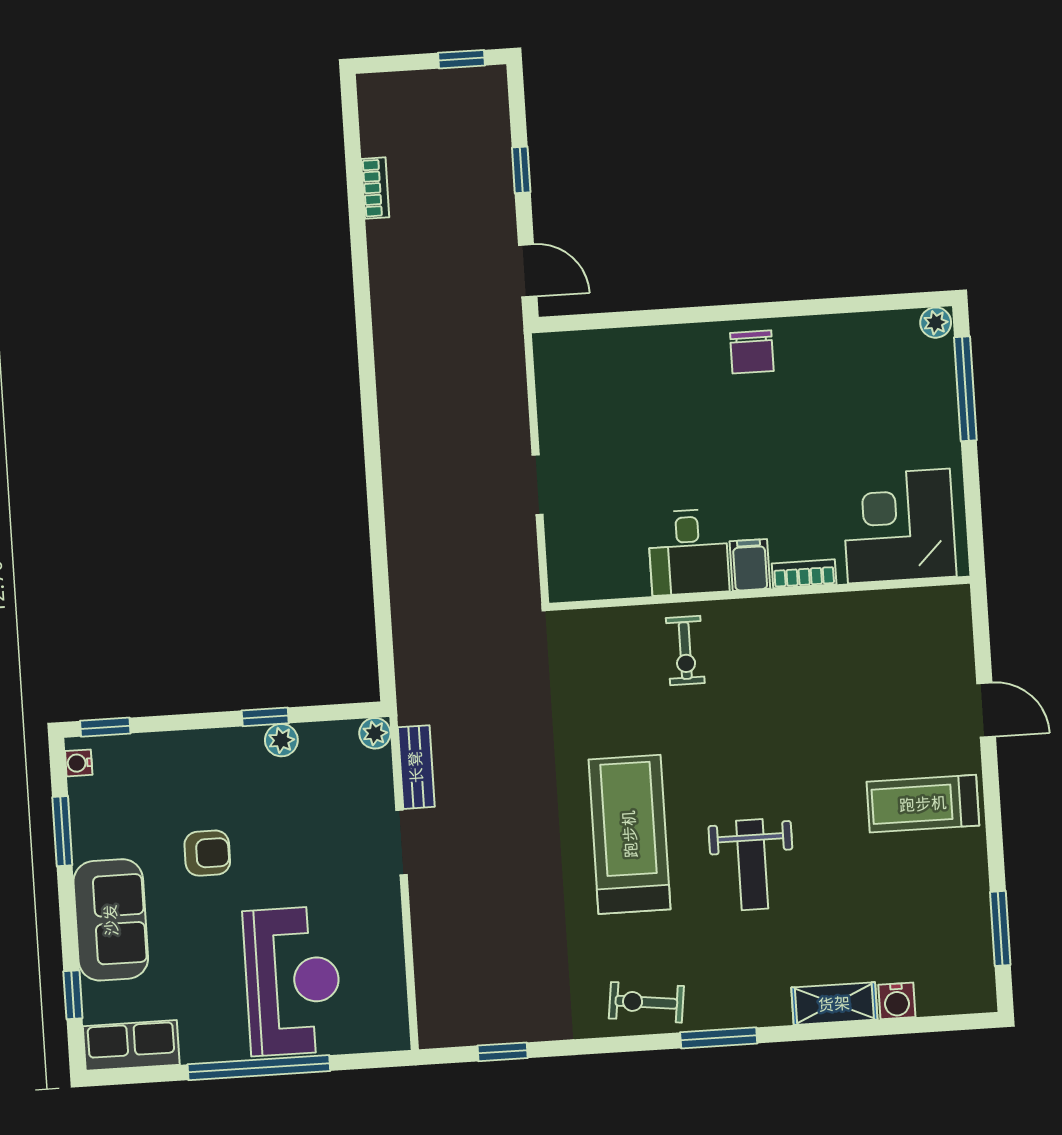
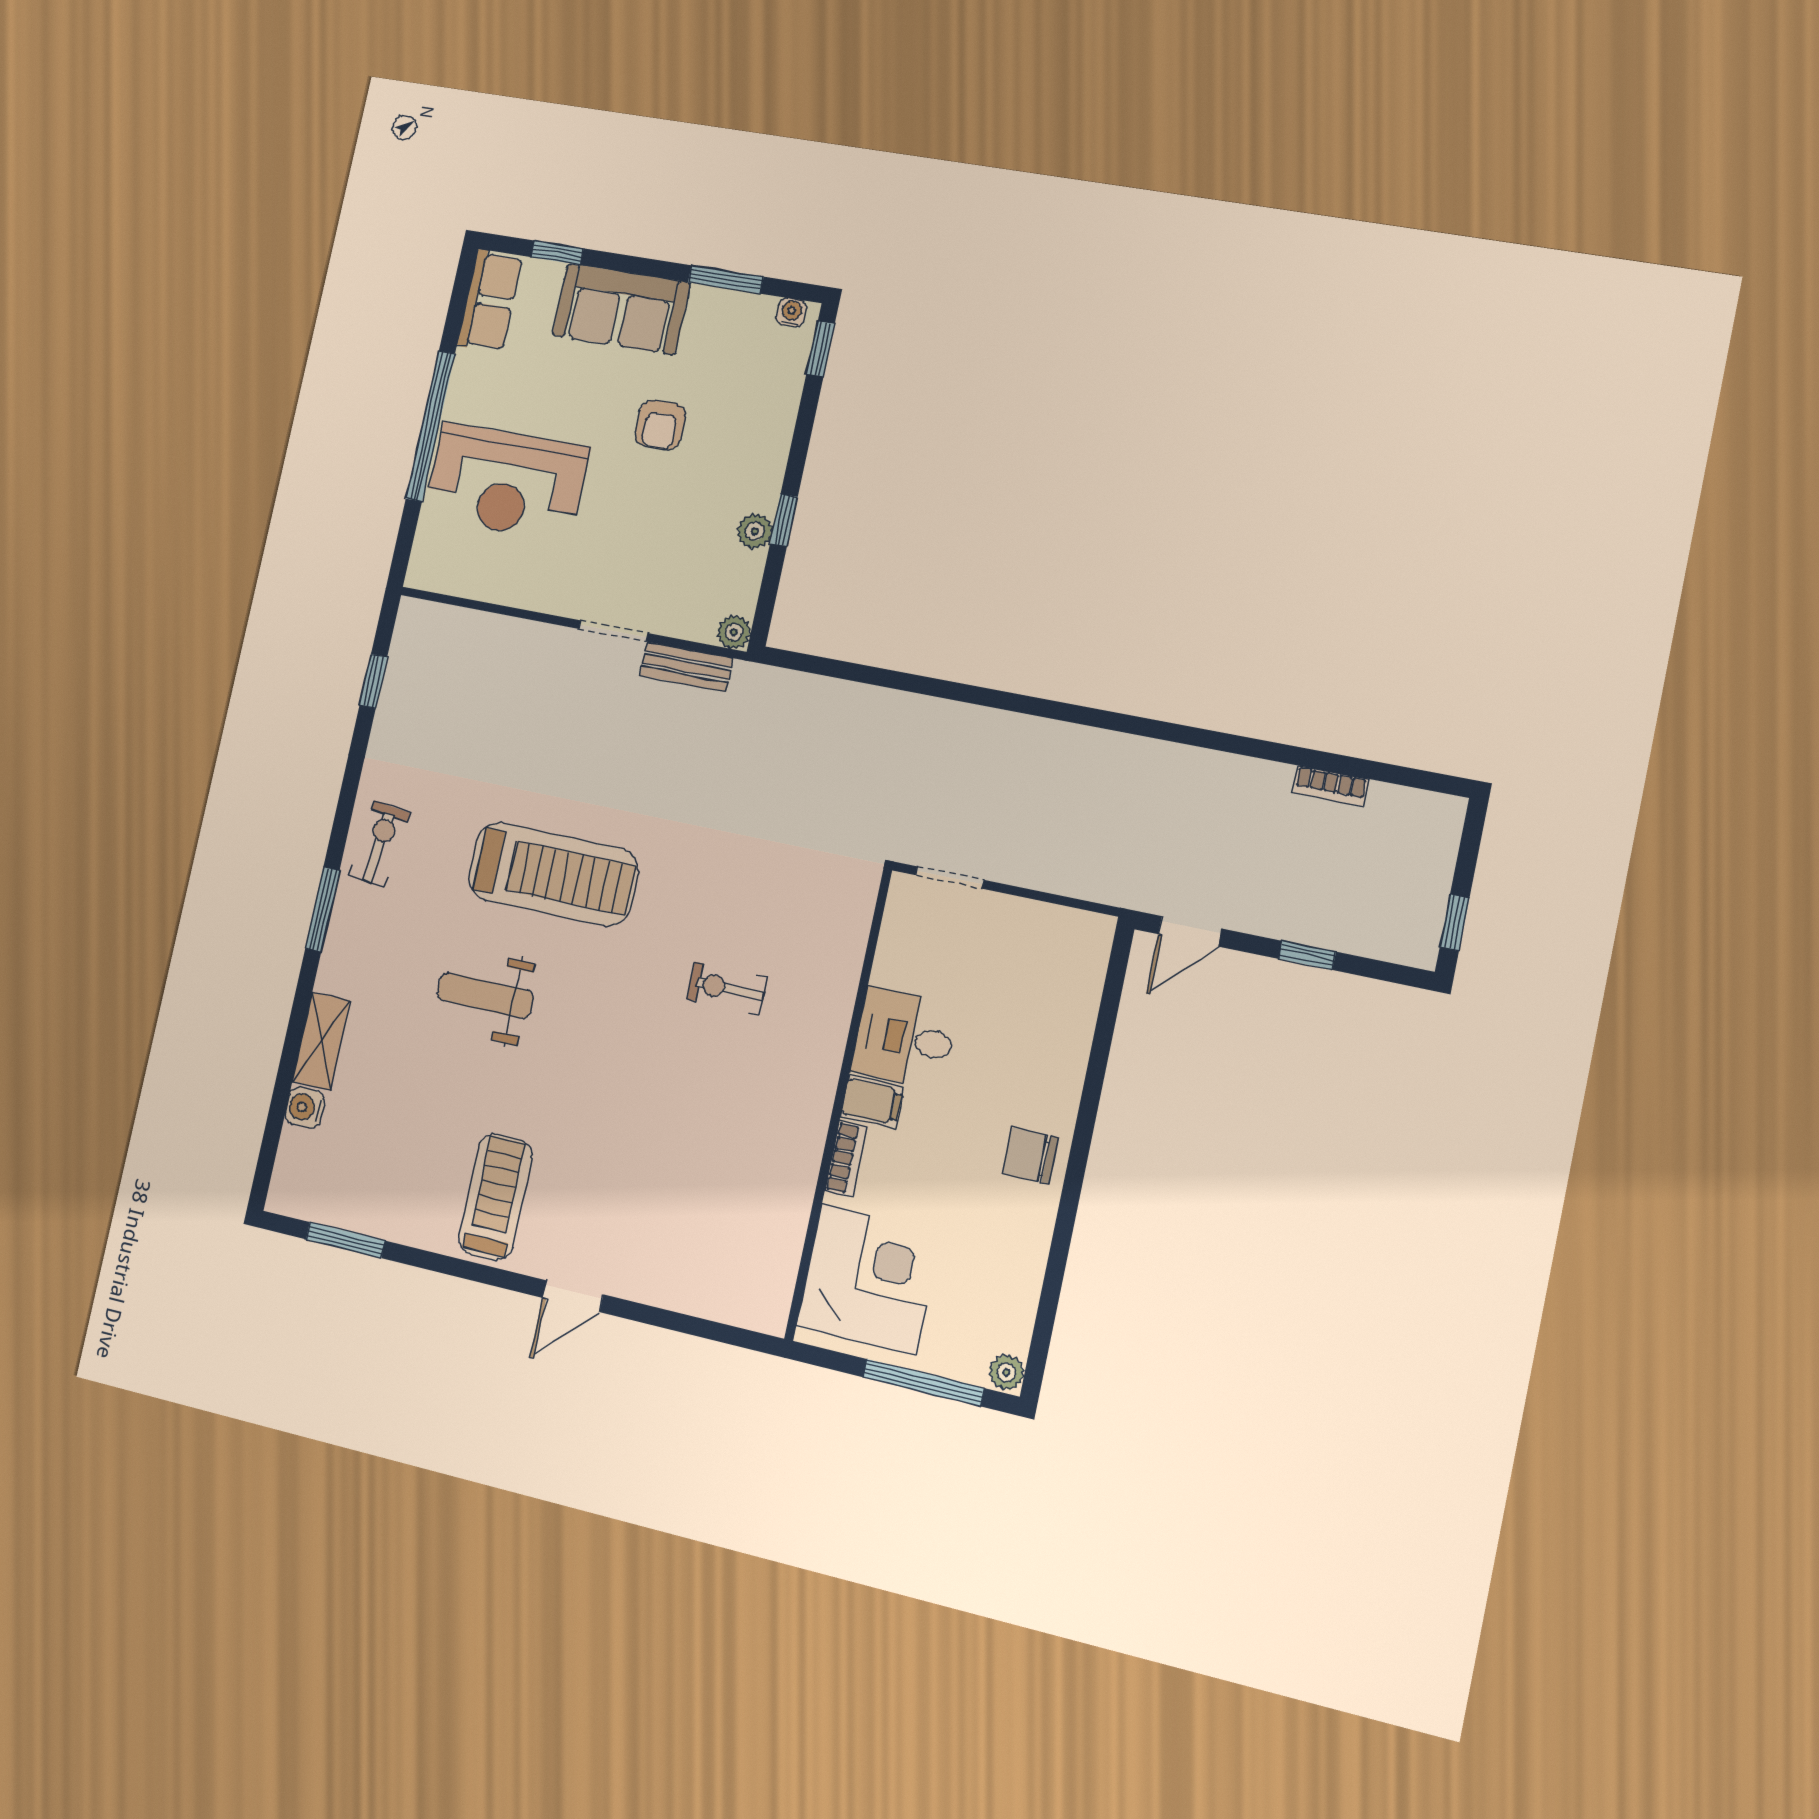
corner desk: (899, 526) -> (869, 1279), moved
desk: (688, 552) -> (905, 1038), moved
filing cabinet: (750, 565) -> (872, 1102), moved
bookcase: (804, 574) -> (846, 1159), moved
wall: (760, 593) -> (838, 1103), moved

